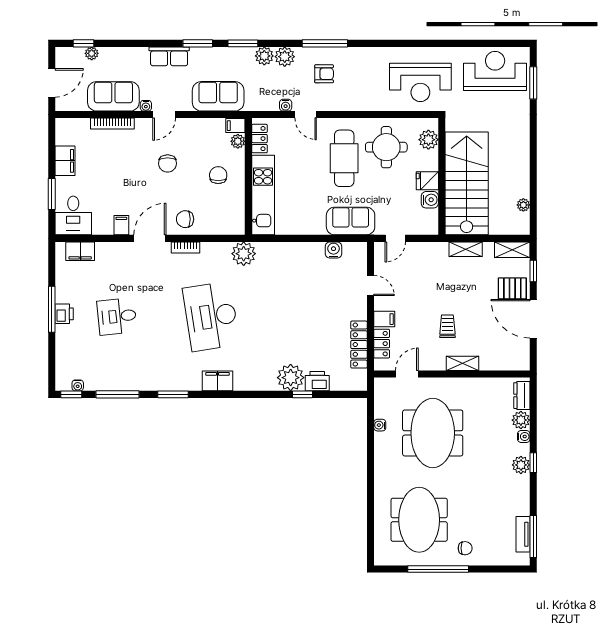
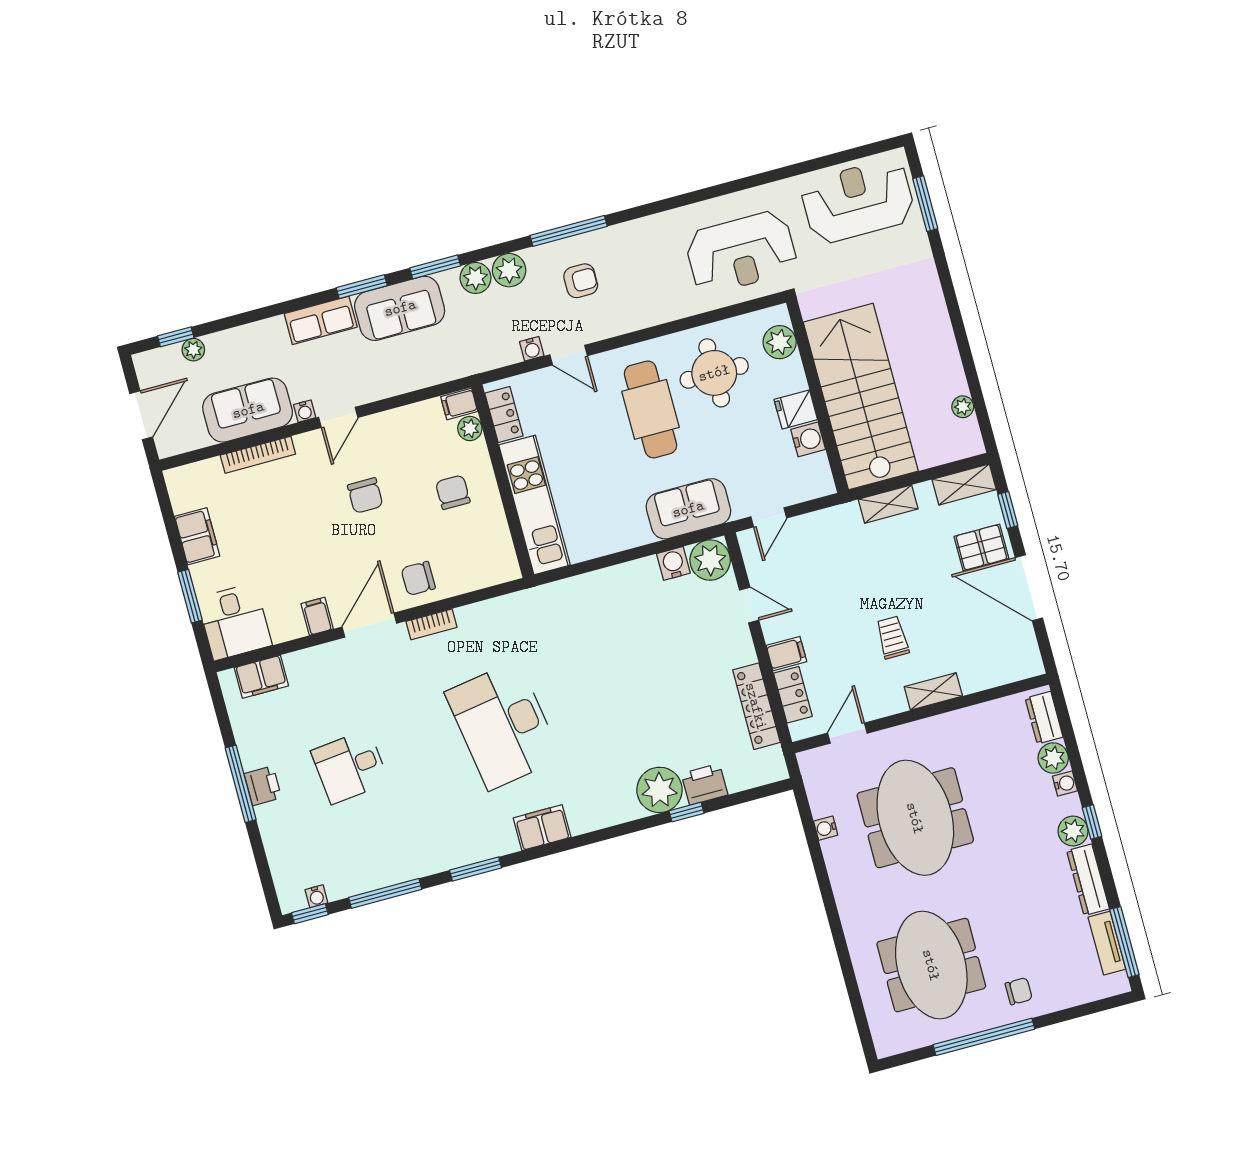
sofa: (218, 96) -> (400, 308), moved, turned 180
plant: (244, 254) -> (710, 560), moved
dresser: (522, 495) -> (1088, 880), added

